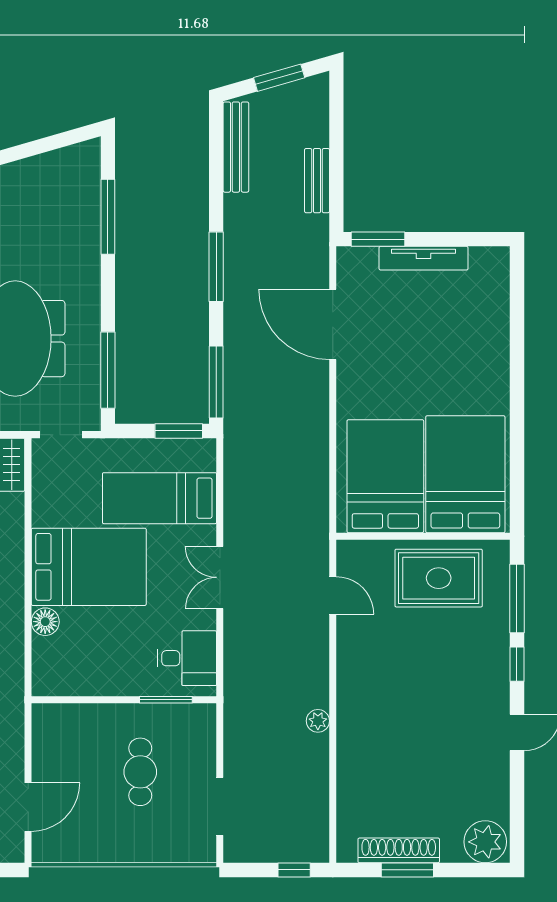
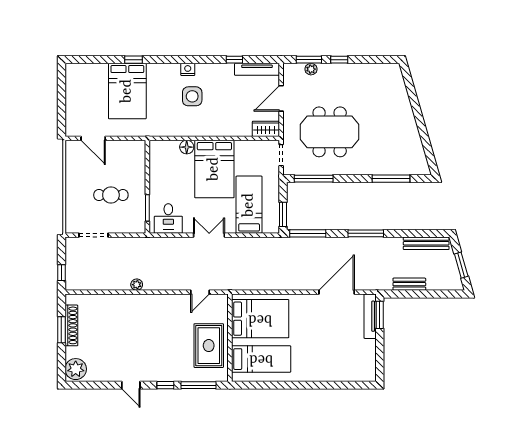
tv unit: (424, 258) -> (370, 316), moved
bed: (465, 474) -> (261, 359), width x0.67

